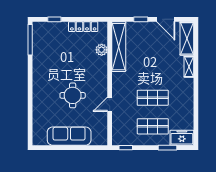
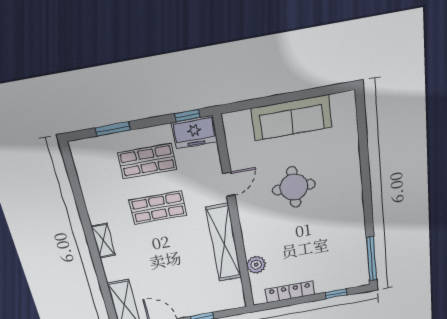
shelving: (119, 47) -> (224, 243), moved
shelving: (189, 67) -> (103, 241), moved
freezer: (182, 138) -> (194, 132), moved

